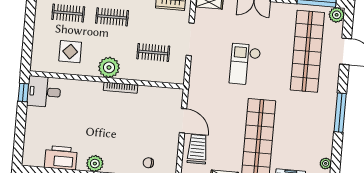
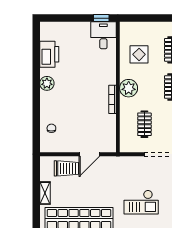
checkout: (245, 64) -> (141, 202), turned 180

